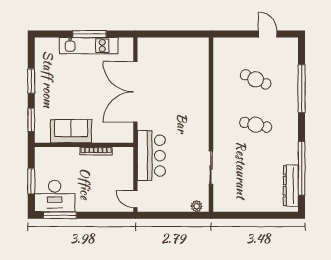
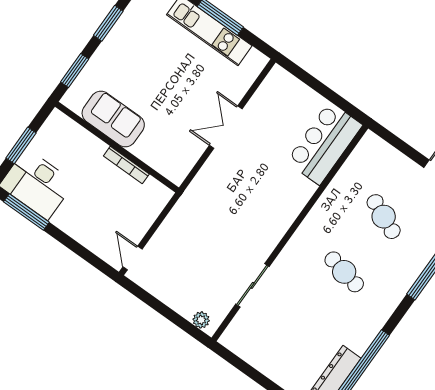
double door: (135, 92) -> (226, 127), width x0.54
bar counter: (151, 156) -> (324, 143), moved, turned 180

